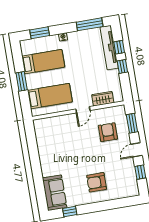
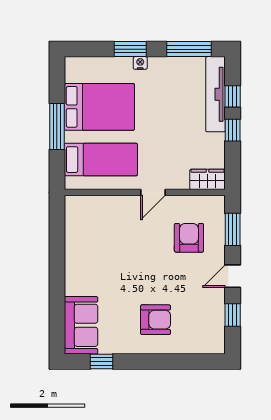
window: (40, 33) -> (130, 49), moved
bed: (43, 62) -> (99, 107), width x1.50
window: (22, 81) -> (57, 127), width x1.44
wardrobe: (103, 99) -> (208, 179), moved
armchair: (97, 182) -> (156, 320), turned 180

